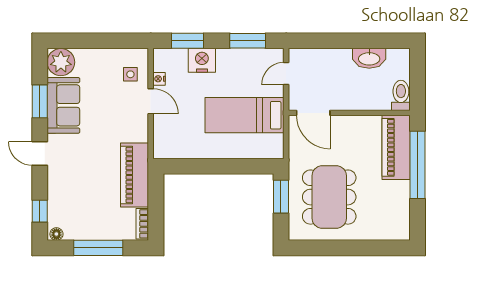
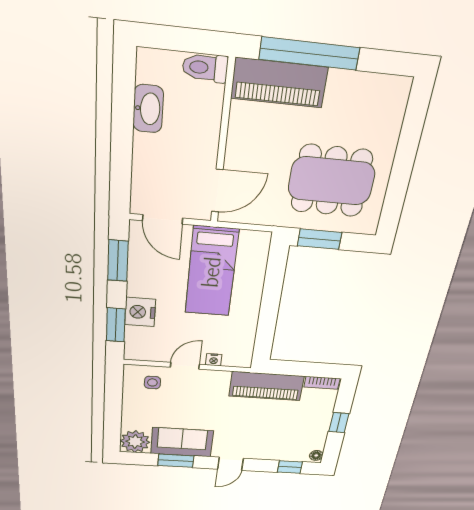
door: (286, 74) -> (163, 219), width x1.38
nightstand: (159, 79) -> (214, 360), moved
window: (98, 248) -> (339, 423), width x0.46

